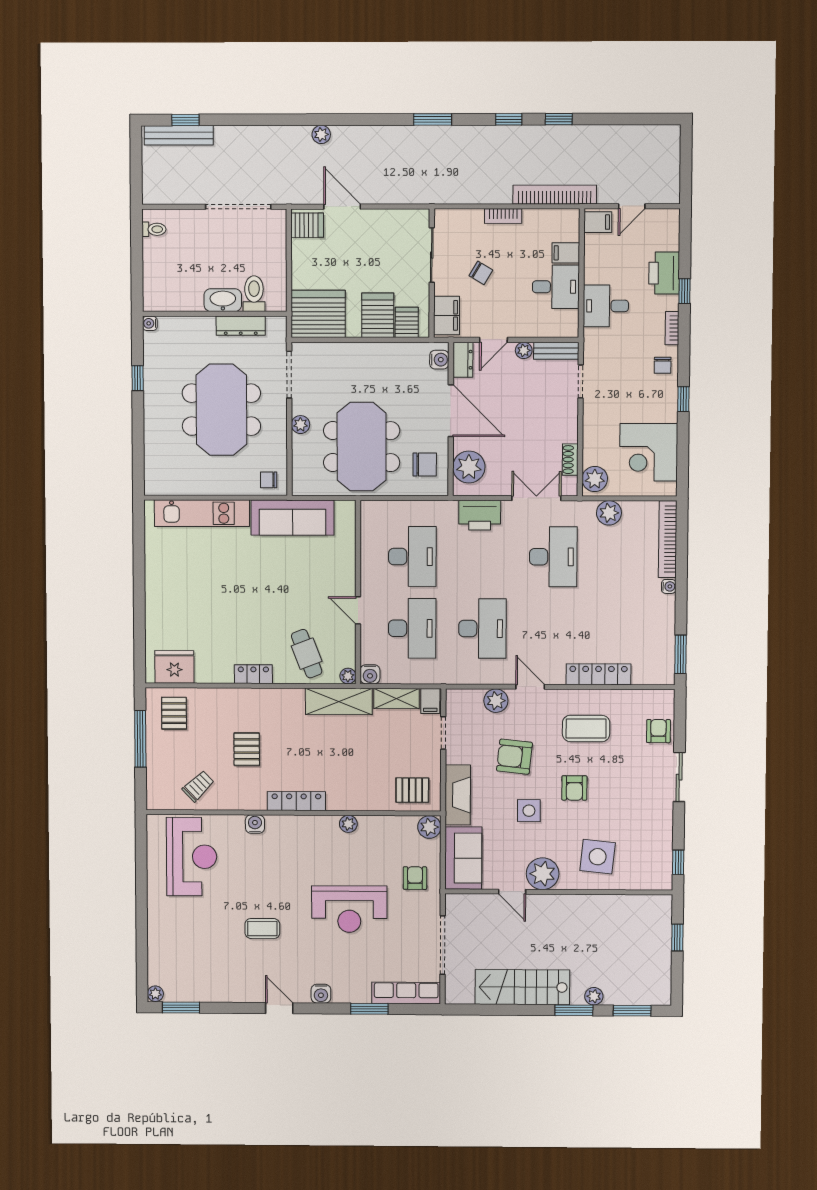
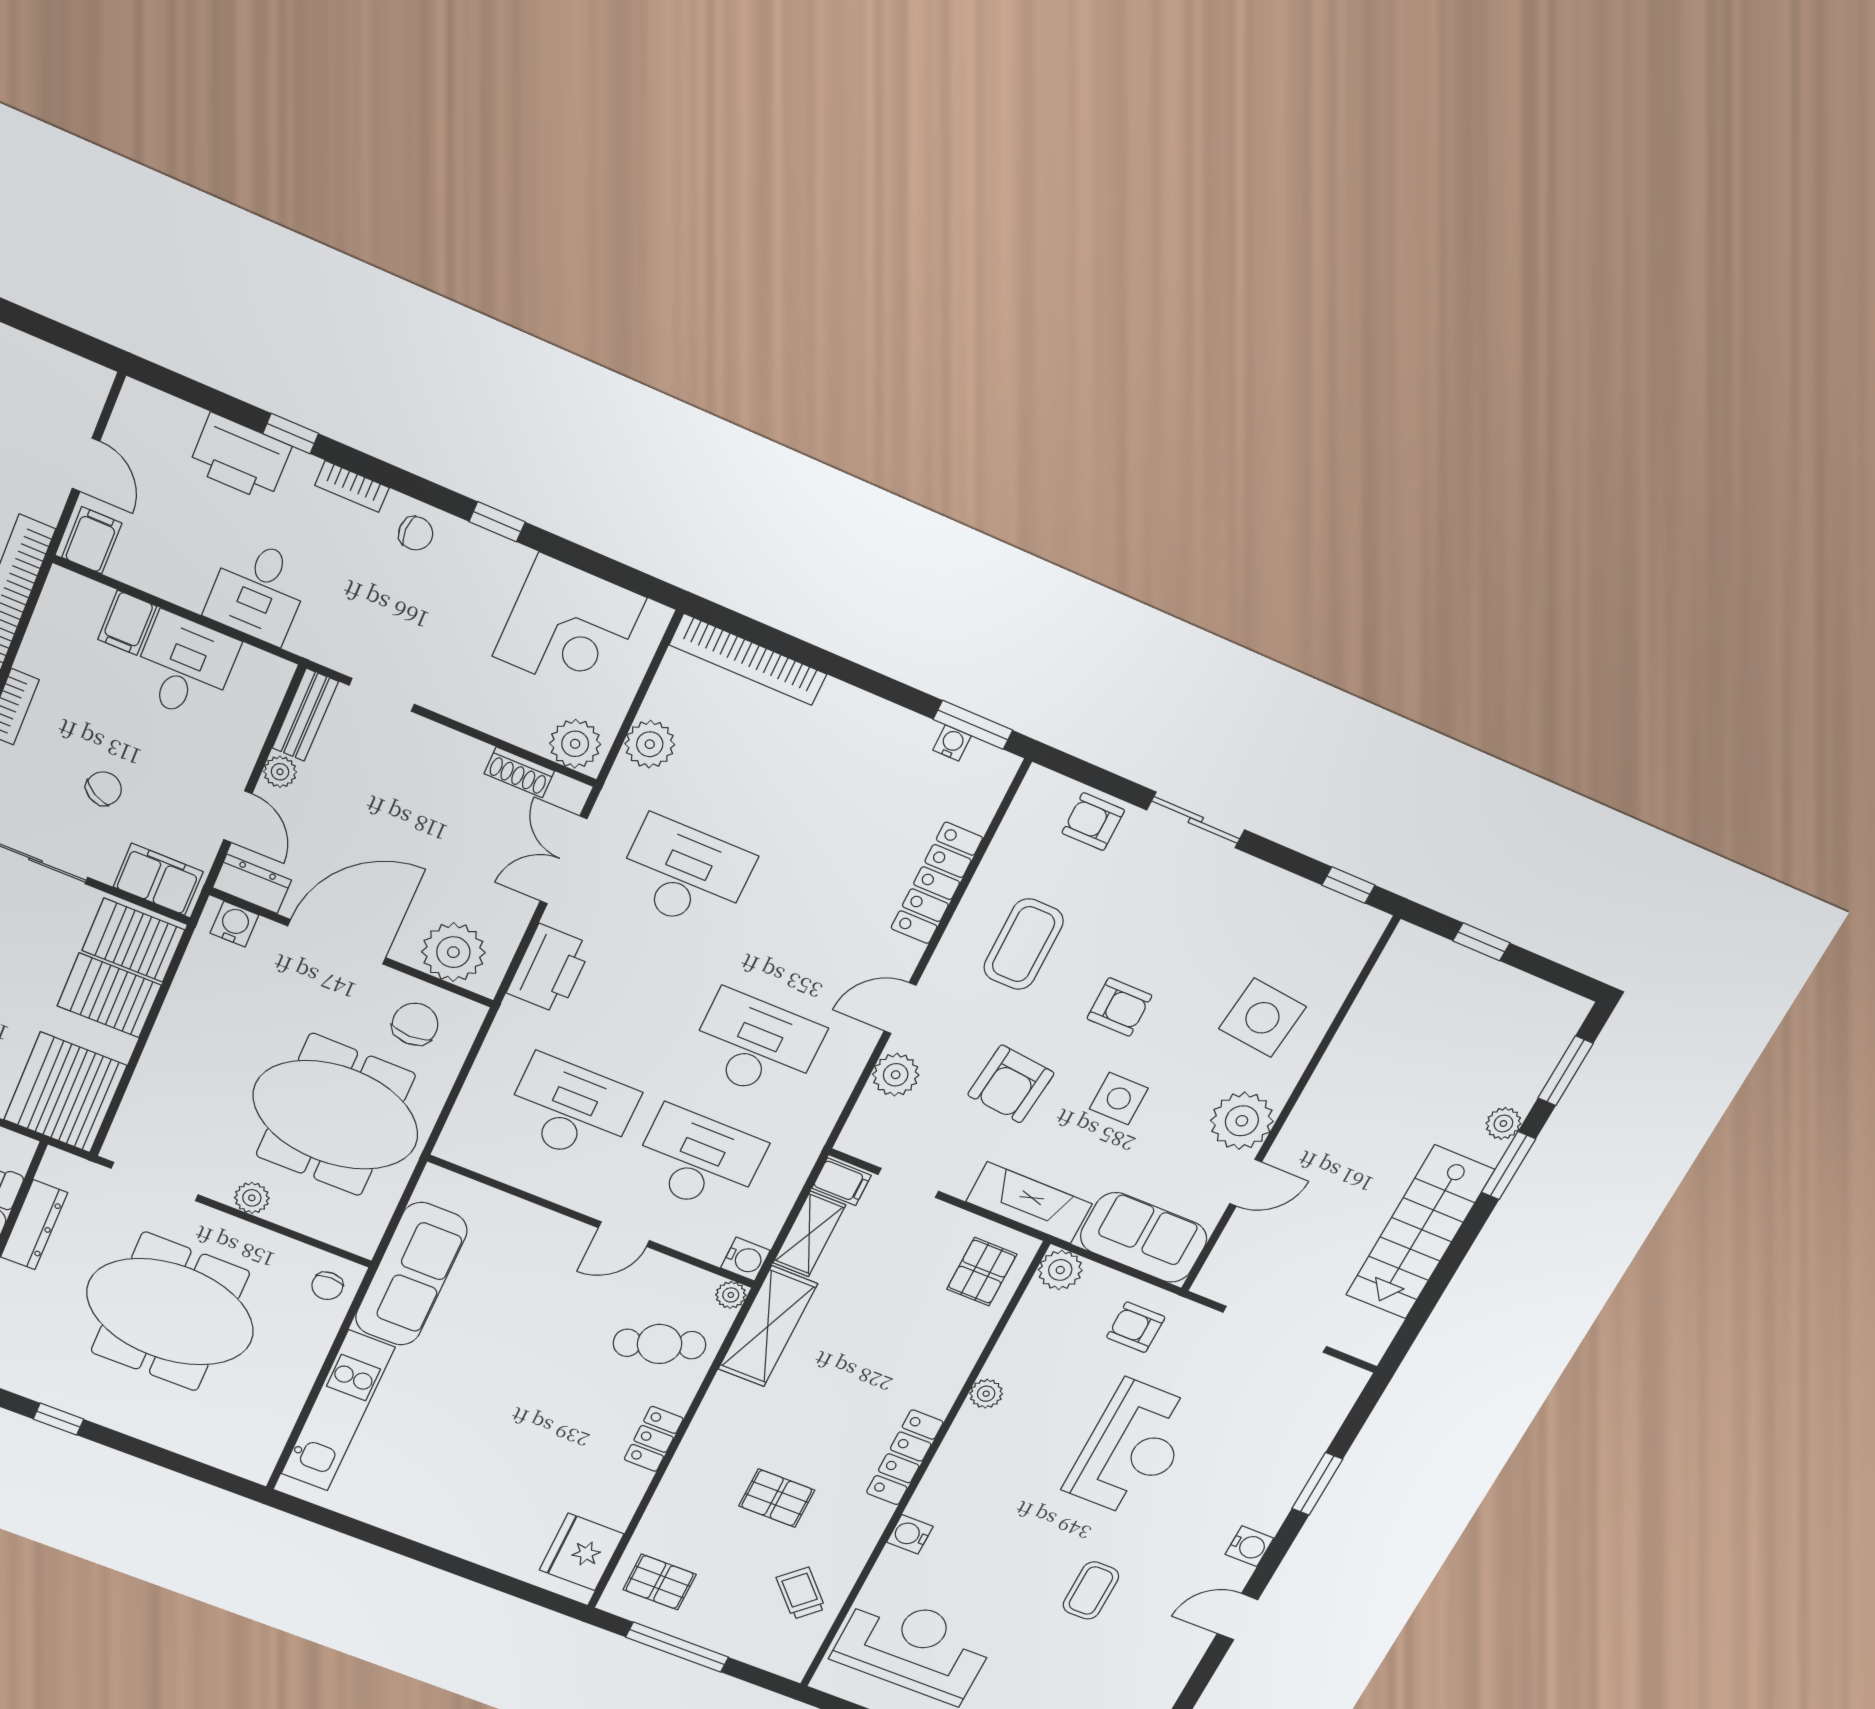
server rack: (407, 322) -> (133, 940), width x1.36, depth x1.44
water cooler: (669, 586) -> (952, 743), moved
row of seats: (406, 993) -> (1323, 1418), removed

